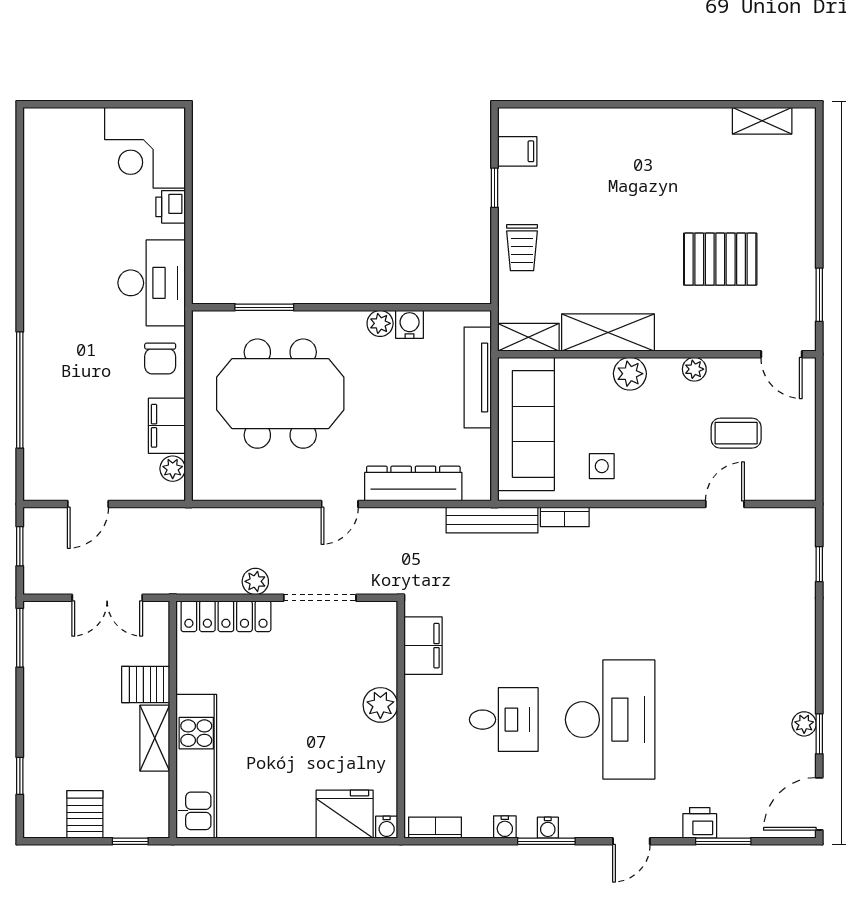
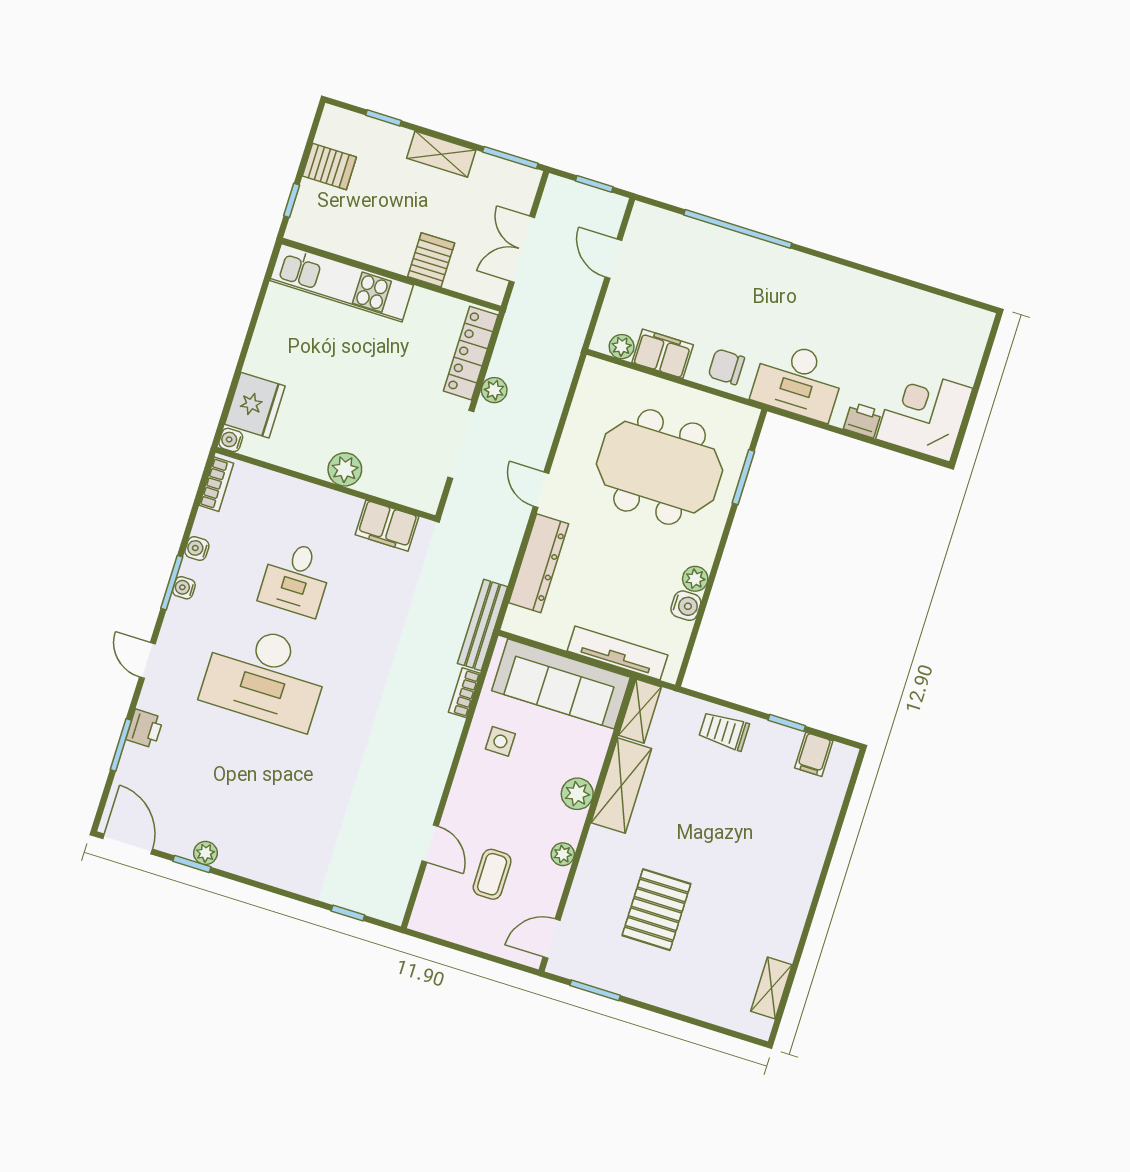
meeting table: (280, 394) -> (660, 467), turned 90
shelving: (155, 738) -> (441, 154), moved

